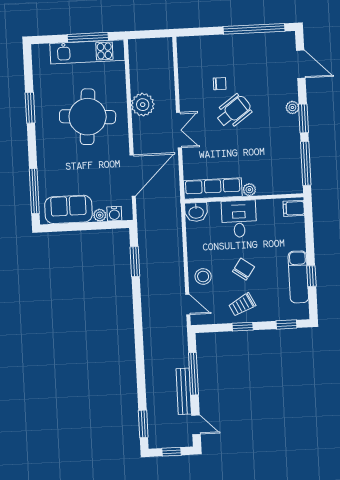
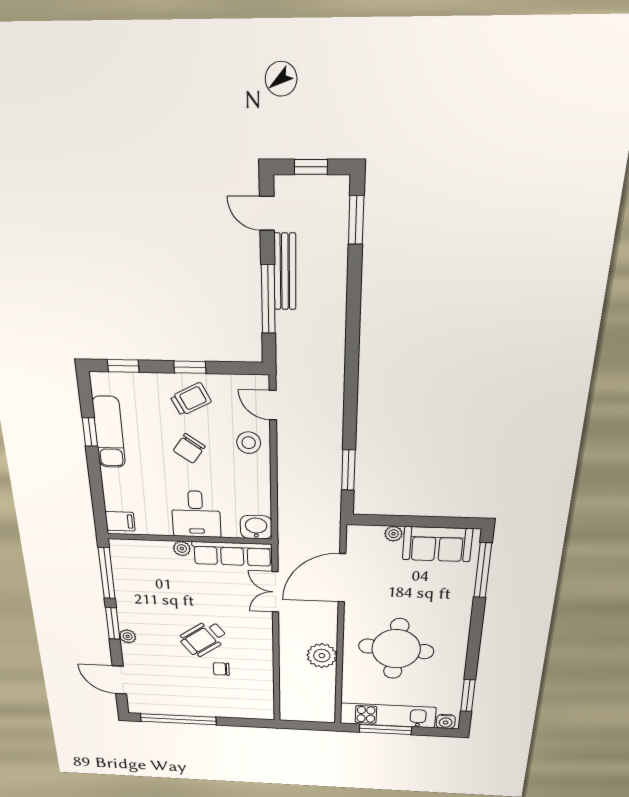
window: (30, 108) -> (468, 696), moved
double door: (179, 130) -> (275, 592), moved
water cooler: (114, 214) -> (446, 721), moved, turned 180

